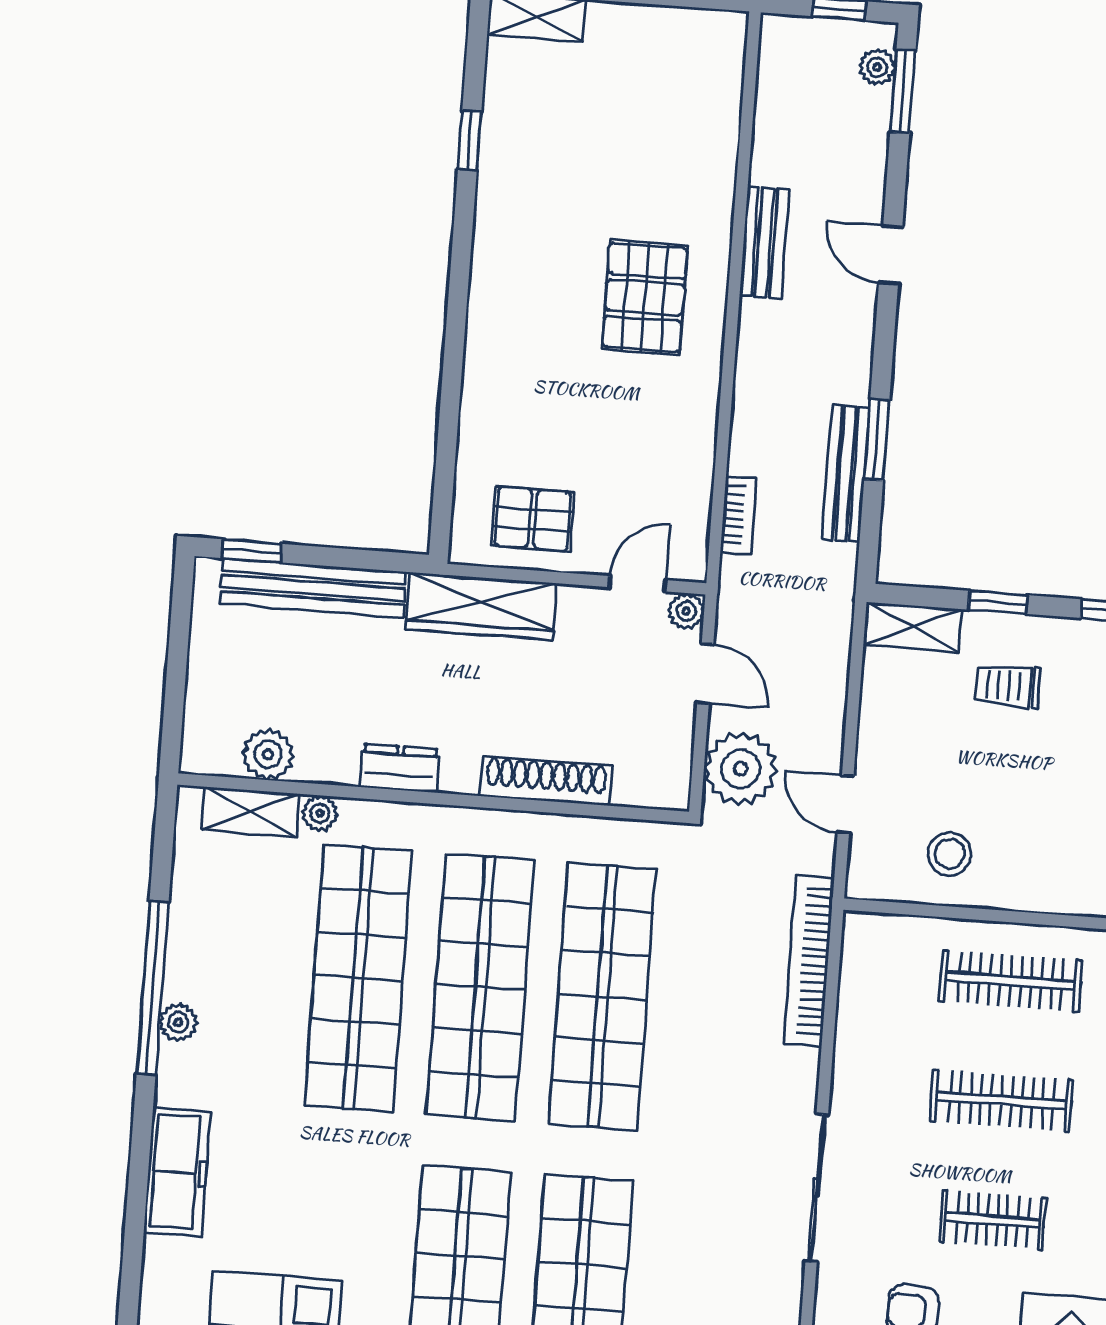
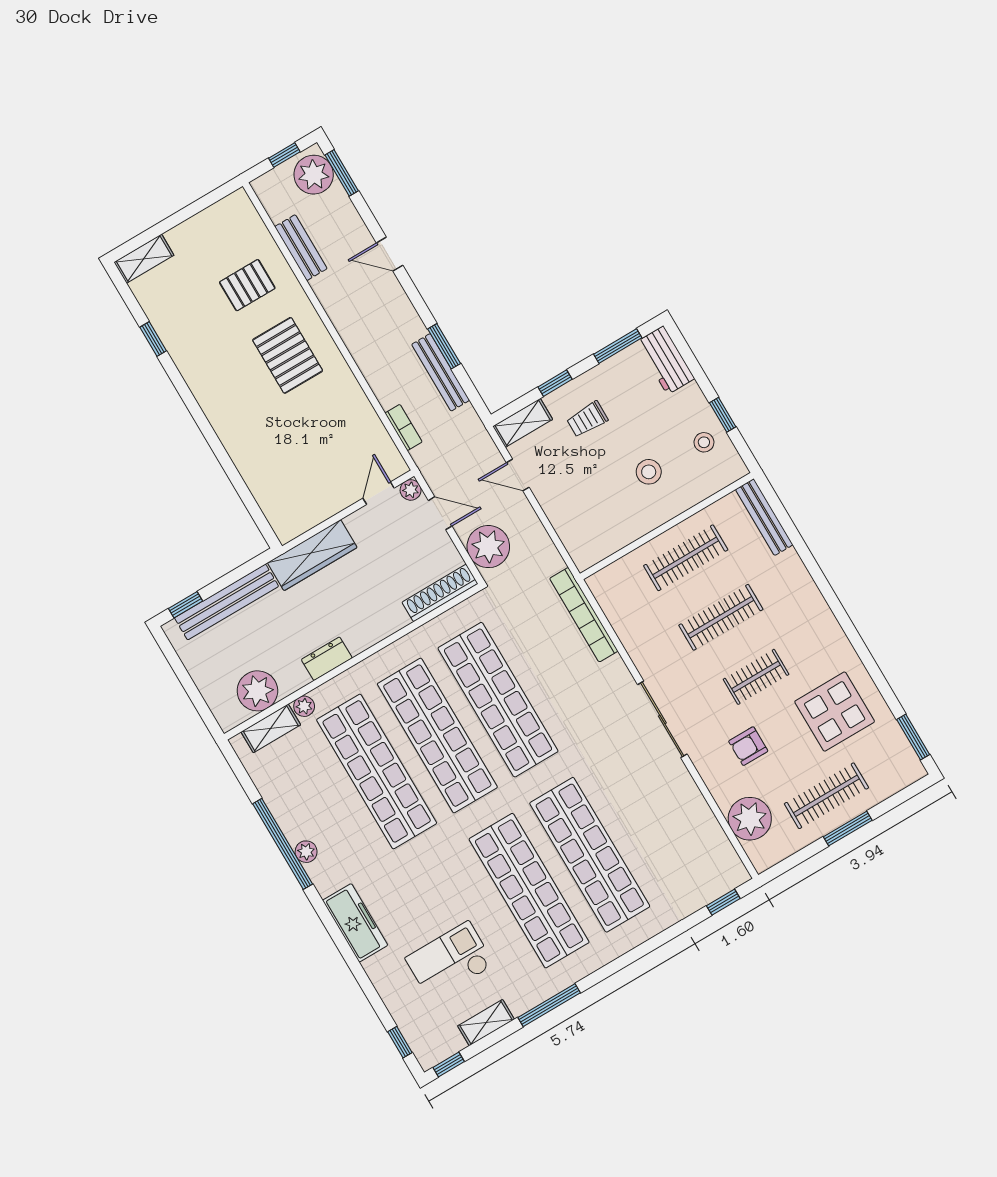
plant: (877, 67) -> (314, 175), width x1.88, depth x1.88
bench: (764, 242) -> (301, 248), moved
pallet: (533, 519) -> (247, 285), moved
plant: (268, 754) -> (257, 691), width x1.36, depth x1.36
shoe rack: (546, 781) -> (440, 593), moved
door: (846, 804) -> (518, 475), moved
stool: (950, 854) -> (649, 472), moved

